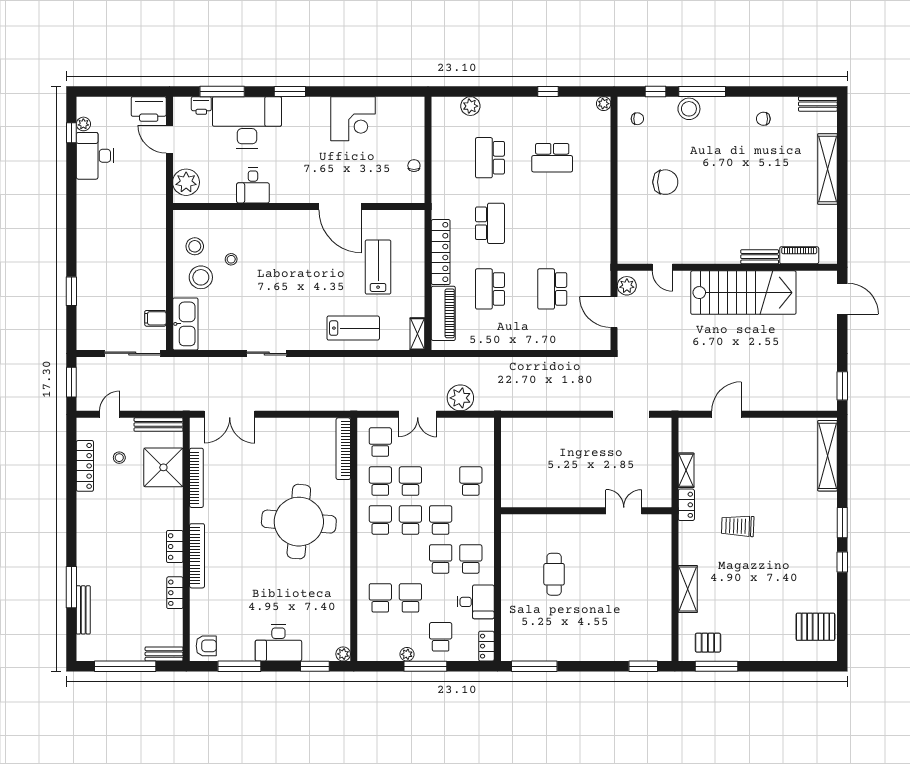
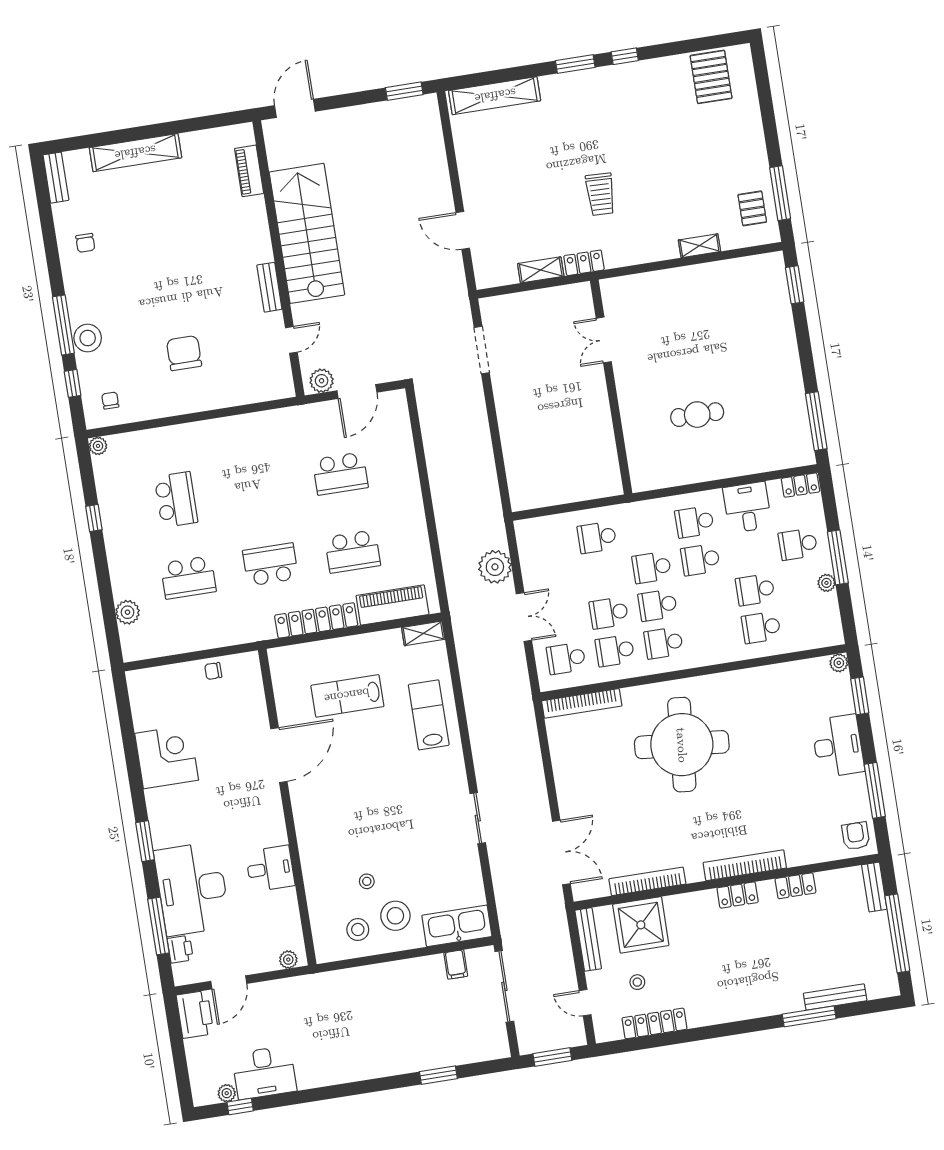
plant: (186, 182) -> (288, 960), width x0.53, depth x0.53
bench: (760, 257) -> (269, 287), moved
shelving: (688, 589) -> (699, 246), width x0.67, depth x0.75

